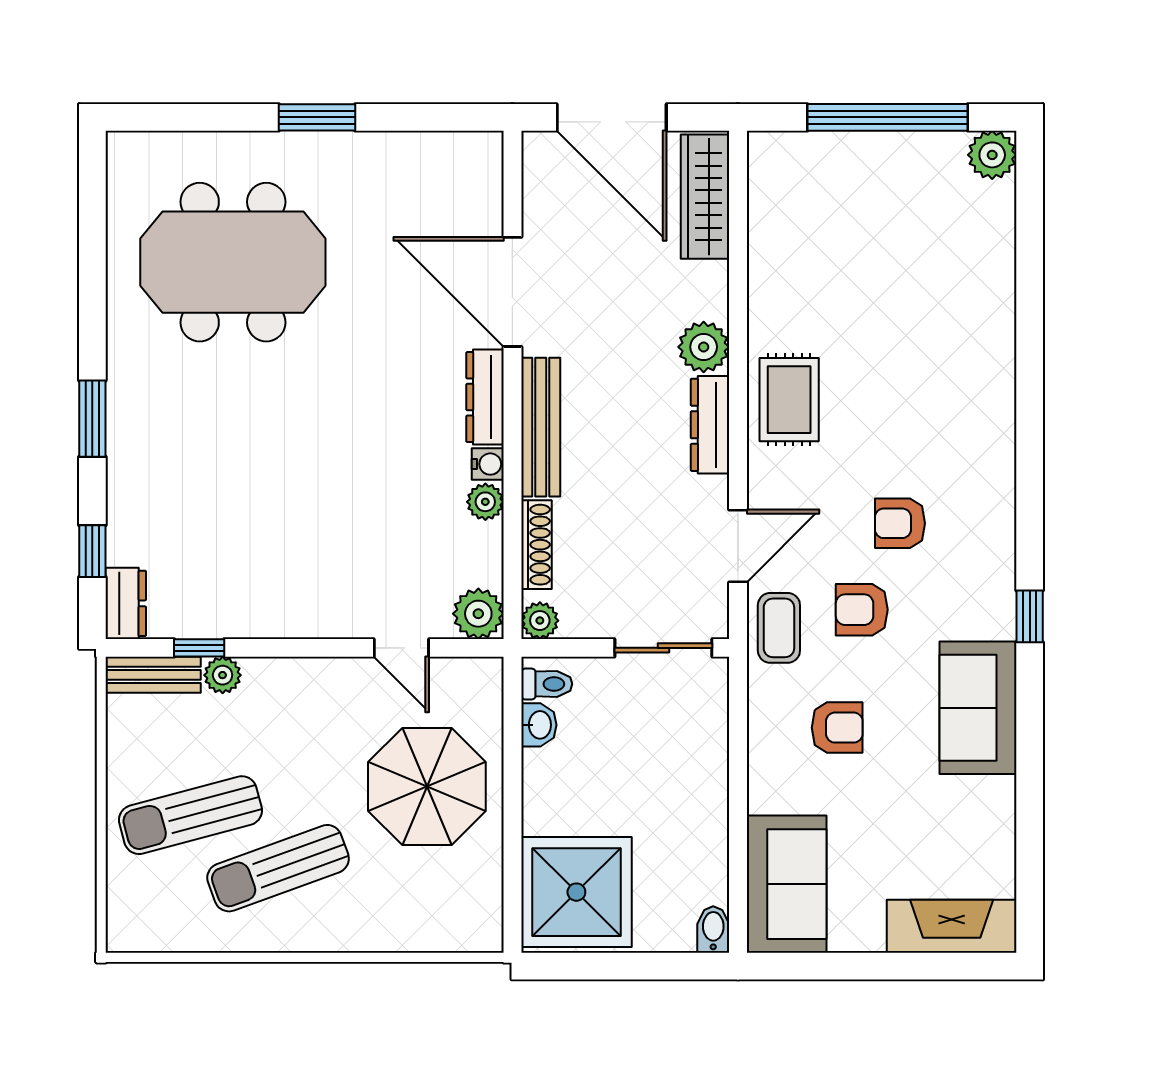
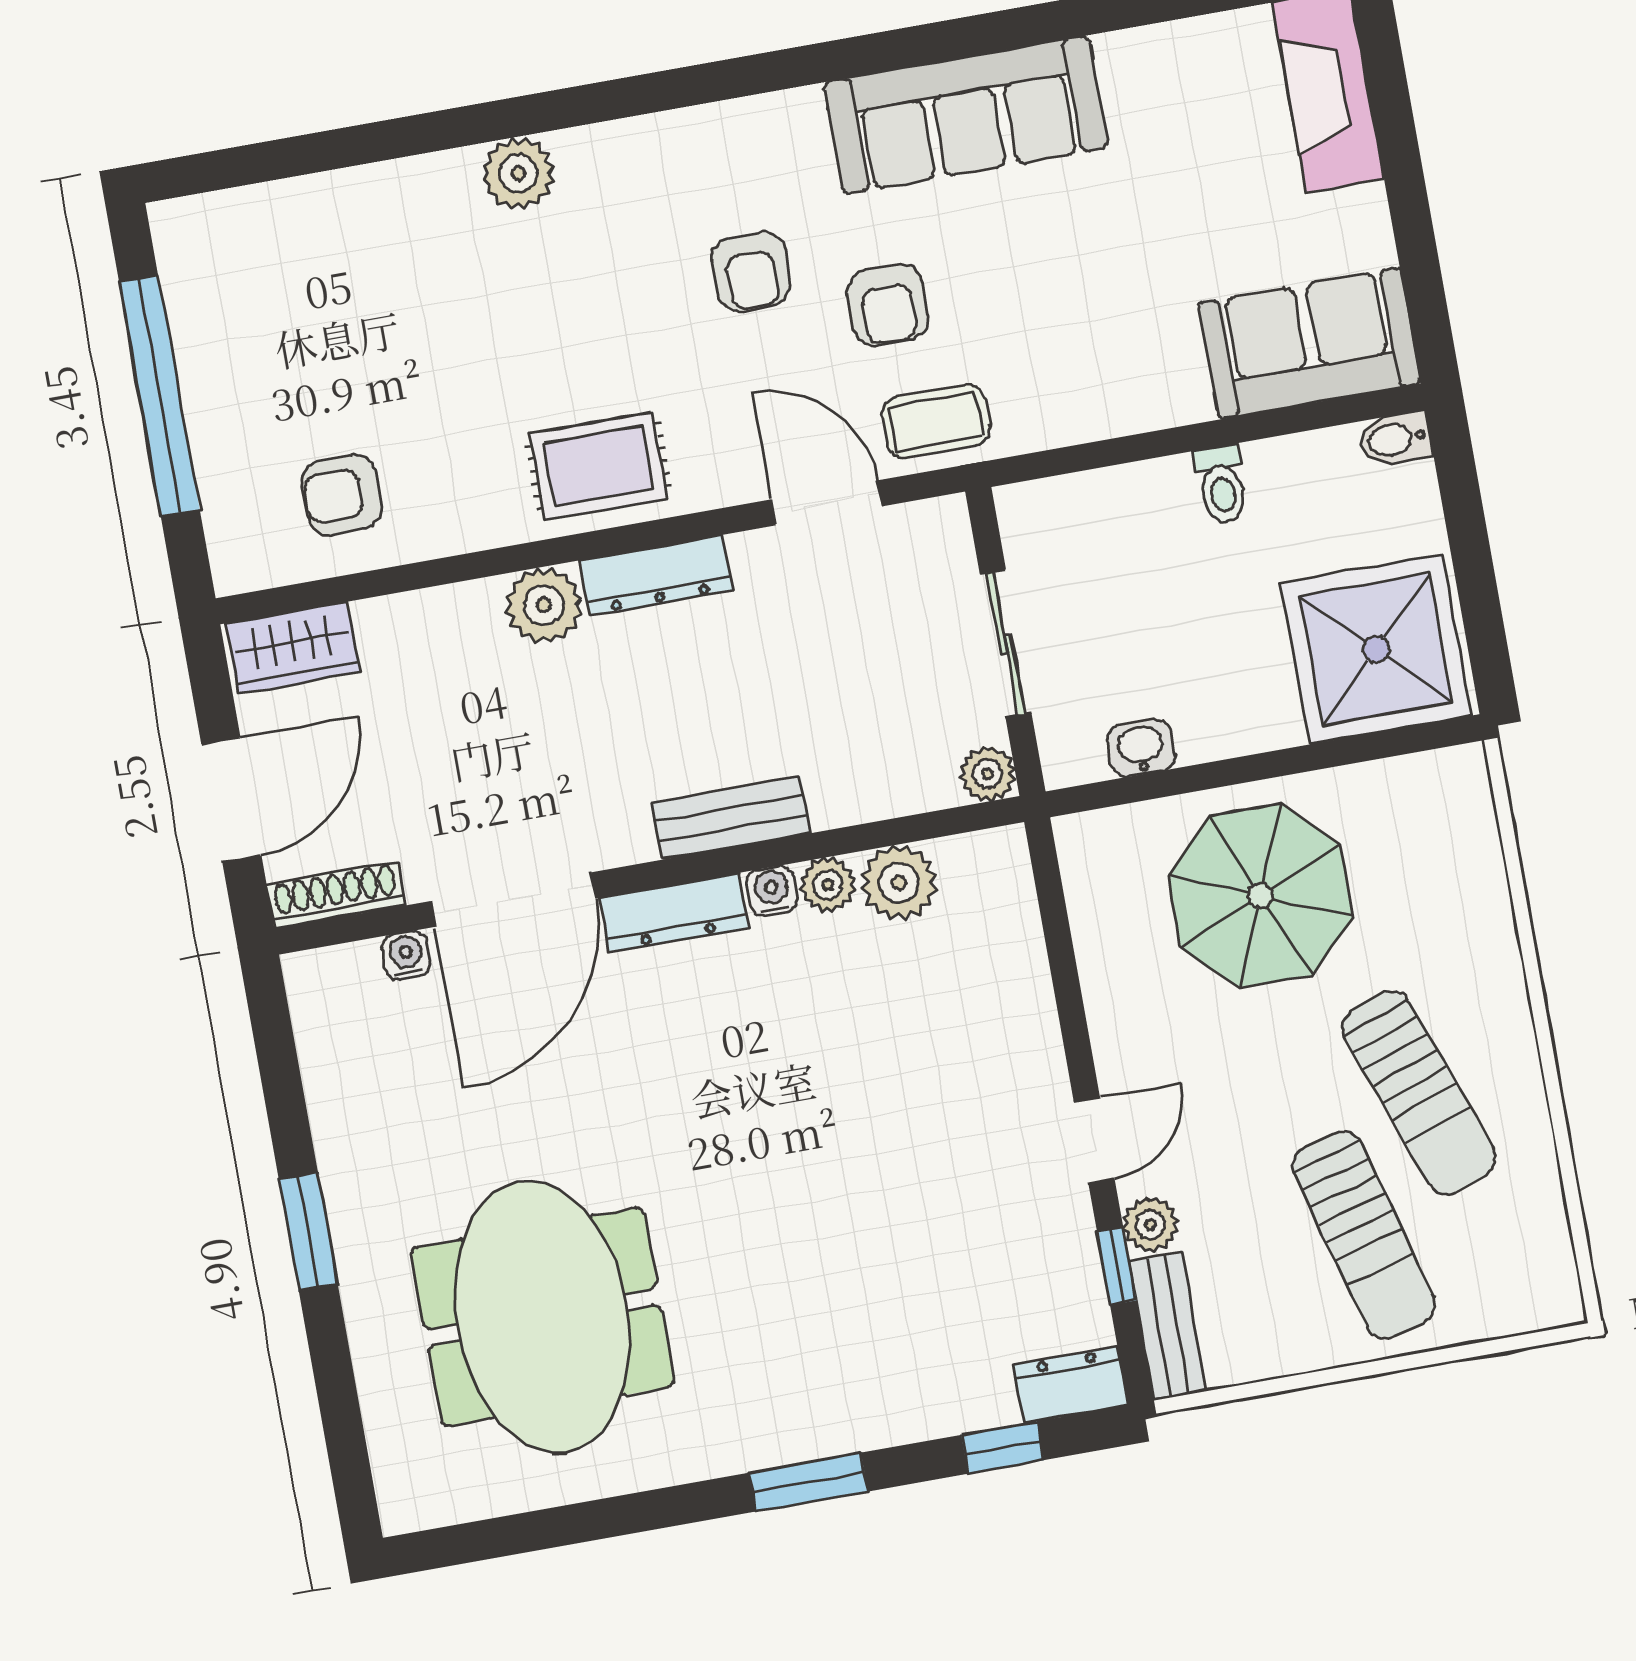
door: (612, 117) -> (231, 800), width x0.73
plant: (992, 155) -> (518, 173), moved
wardrobe: (705, 197) -> (293, 648), width x0.67
water cooler: (488, 215) -> (406, 955), added
bench: (541, 427) -> (731, 818), width x0.73
shoe rack: (536, 545) -> (336, 895), moved
plant: (478, 614) -> (899, 883), moved
window: (1030, 616) -> (854, 57), removed
door: (401, 648) -> (1094, 1140), moved
sliding door: (663, 648) -> (1006, 644), moved
toilet: (547, 684) -> (1221, 484), moved, turned 180
sofa: (978, 708) -> (966, 115), width x1.36
armchair: (837, 728) -> (342, 495), moved, turned -90

